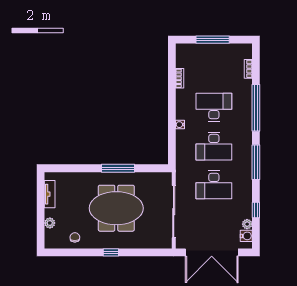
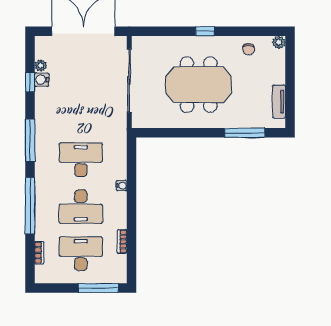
window: (213, 40) -> (98, 288), moved
window: (118, 168) -> (245, 133), moved
desk: (214, 185) -> (81, 254), moved
plant: (50, 223) -> (279, 42), moved
water cooler: (246, 236) -> (42, 80), moved

